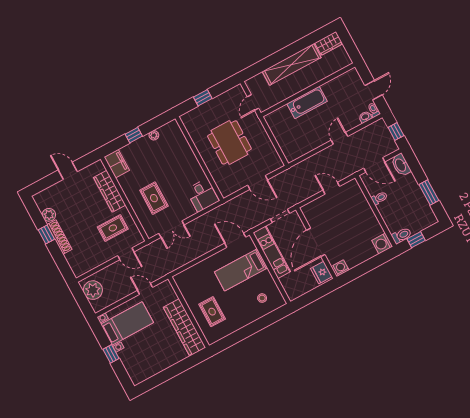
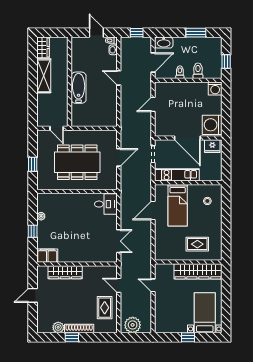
shelving: (292, 64) -> (44, 76), width x0.68
dining table: (229, 142) -> (77, 162), width x1.36, depth x1.24
rug: (154, 198) -> (88, 242), removed
rug: (113, 228) -> (105, 308), moved
toilet: (402, 235) -> (198, 71), moved
door: (235, 240) -> (153, 210), moved
door: (126, 254) -> (119, 285), swing flipped
washing machine: (341, 268) -> (212, 125), width x1.89, depth x1.89
door: (145, 289) -> (153, 285), hinge flipped
bed with nightstands: (127, 323) -> (205, 313), moved

